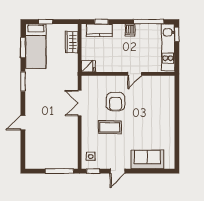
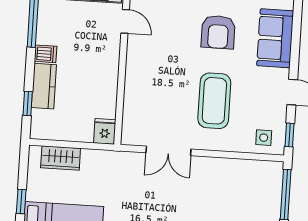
kitchen counter: (99, 30) -> (44, 86), moved
door: (135, 74) -> (125, 21), moved
armchair: (116, 102) -> (218, 32), moved, turned 90
coffee table: (110, 127) -> (214, 101), width x1.36, depth x1.32

